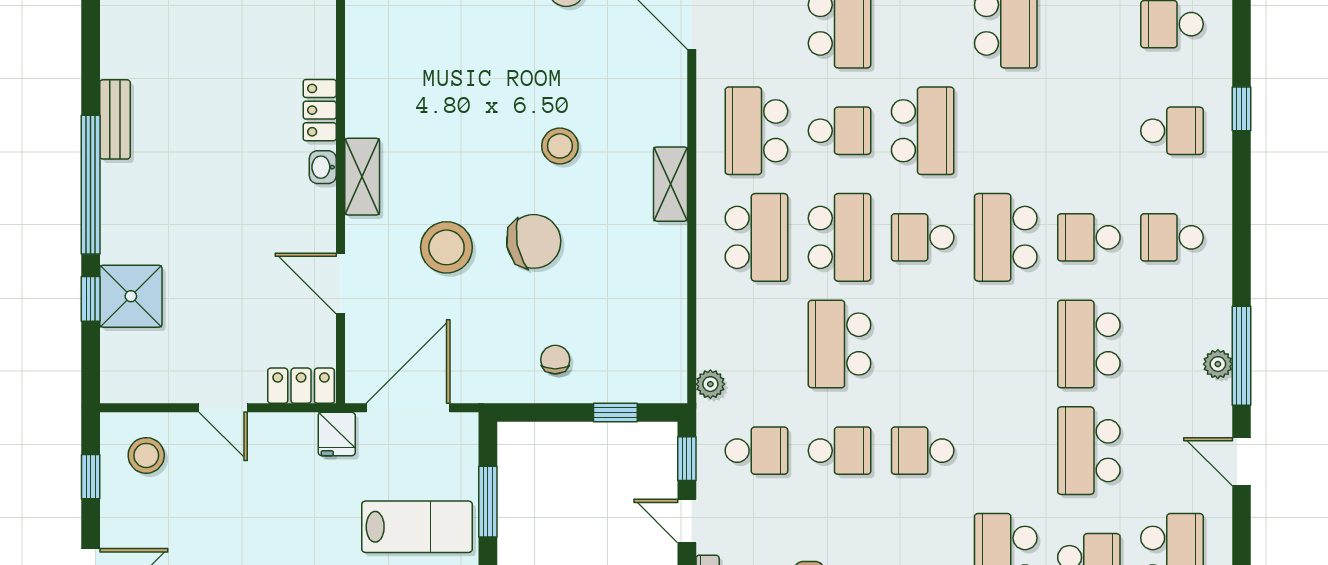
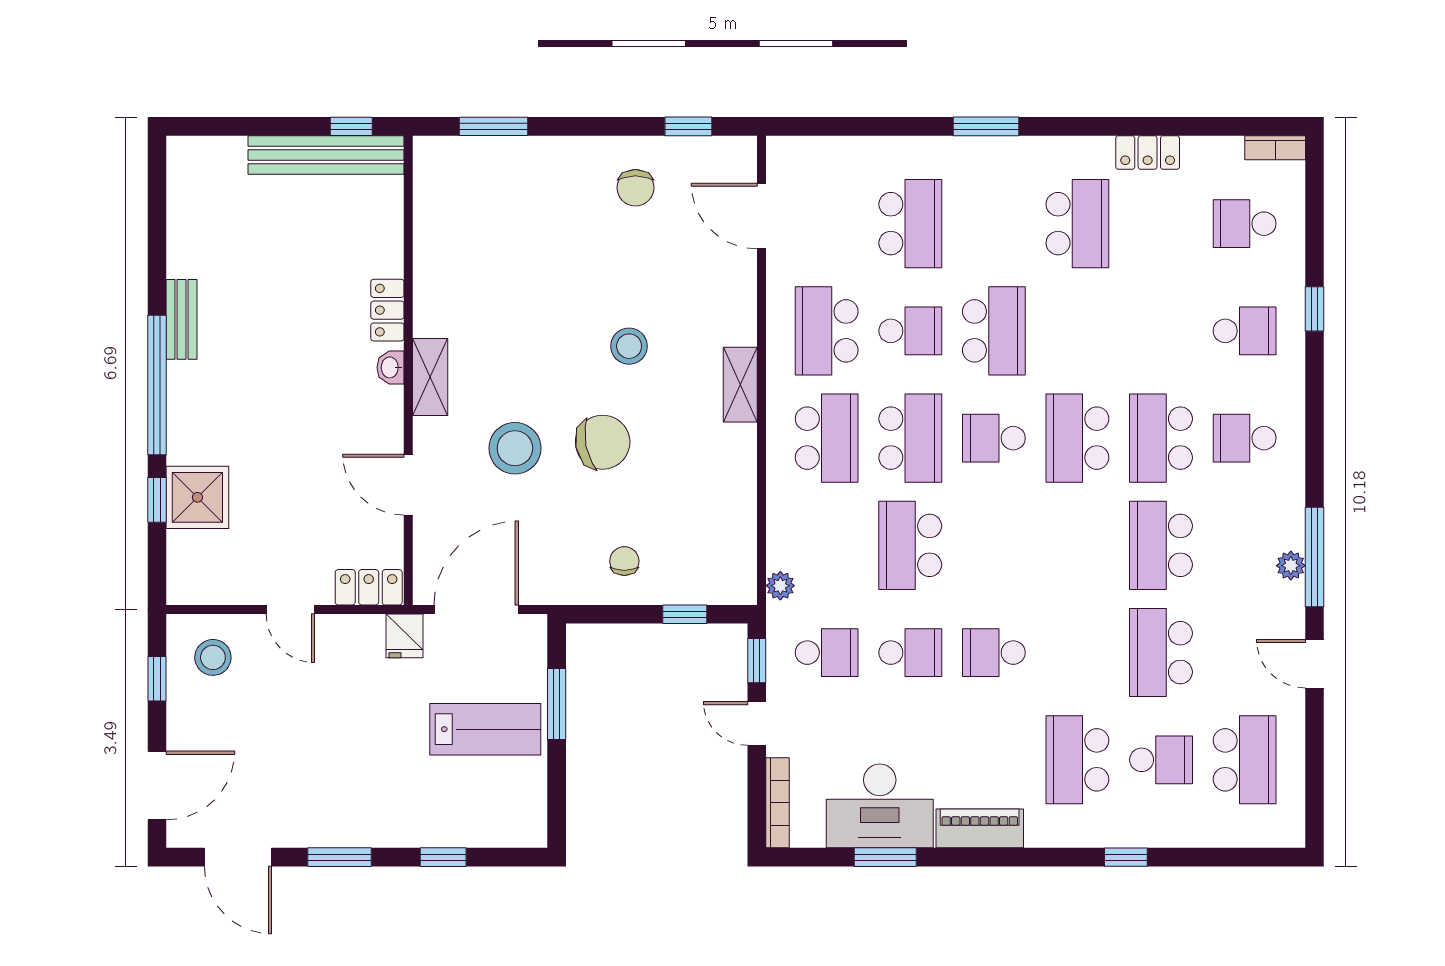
school desk: (1089, 237) -> (1161, 438), width x1.85

